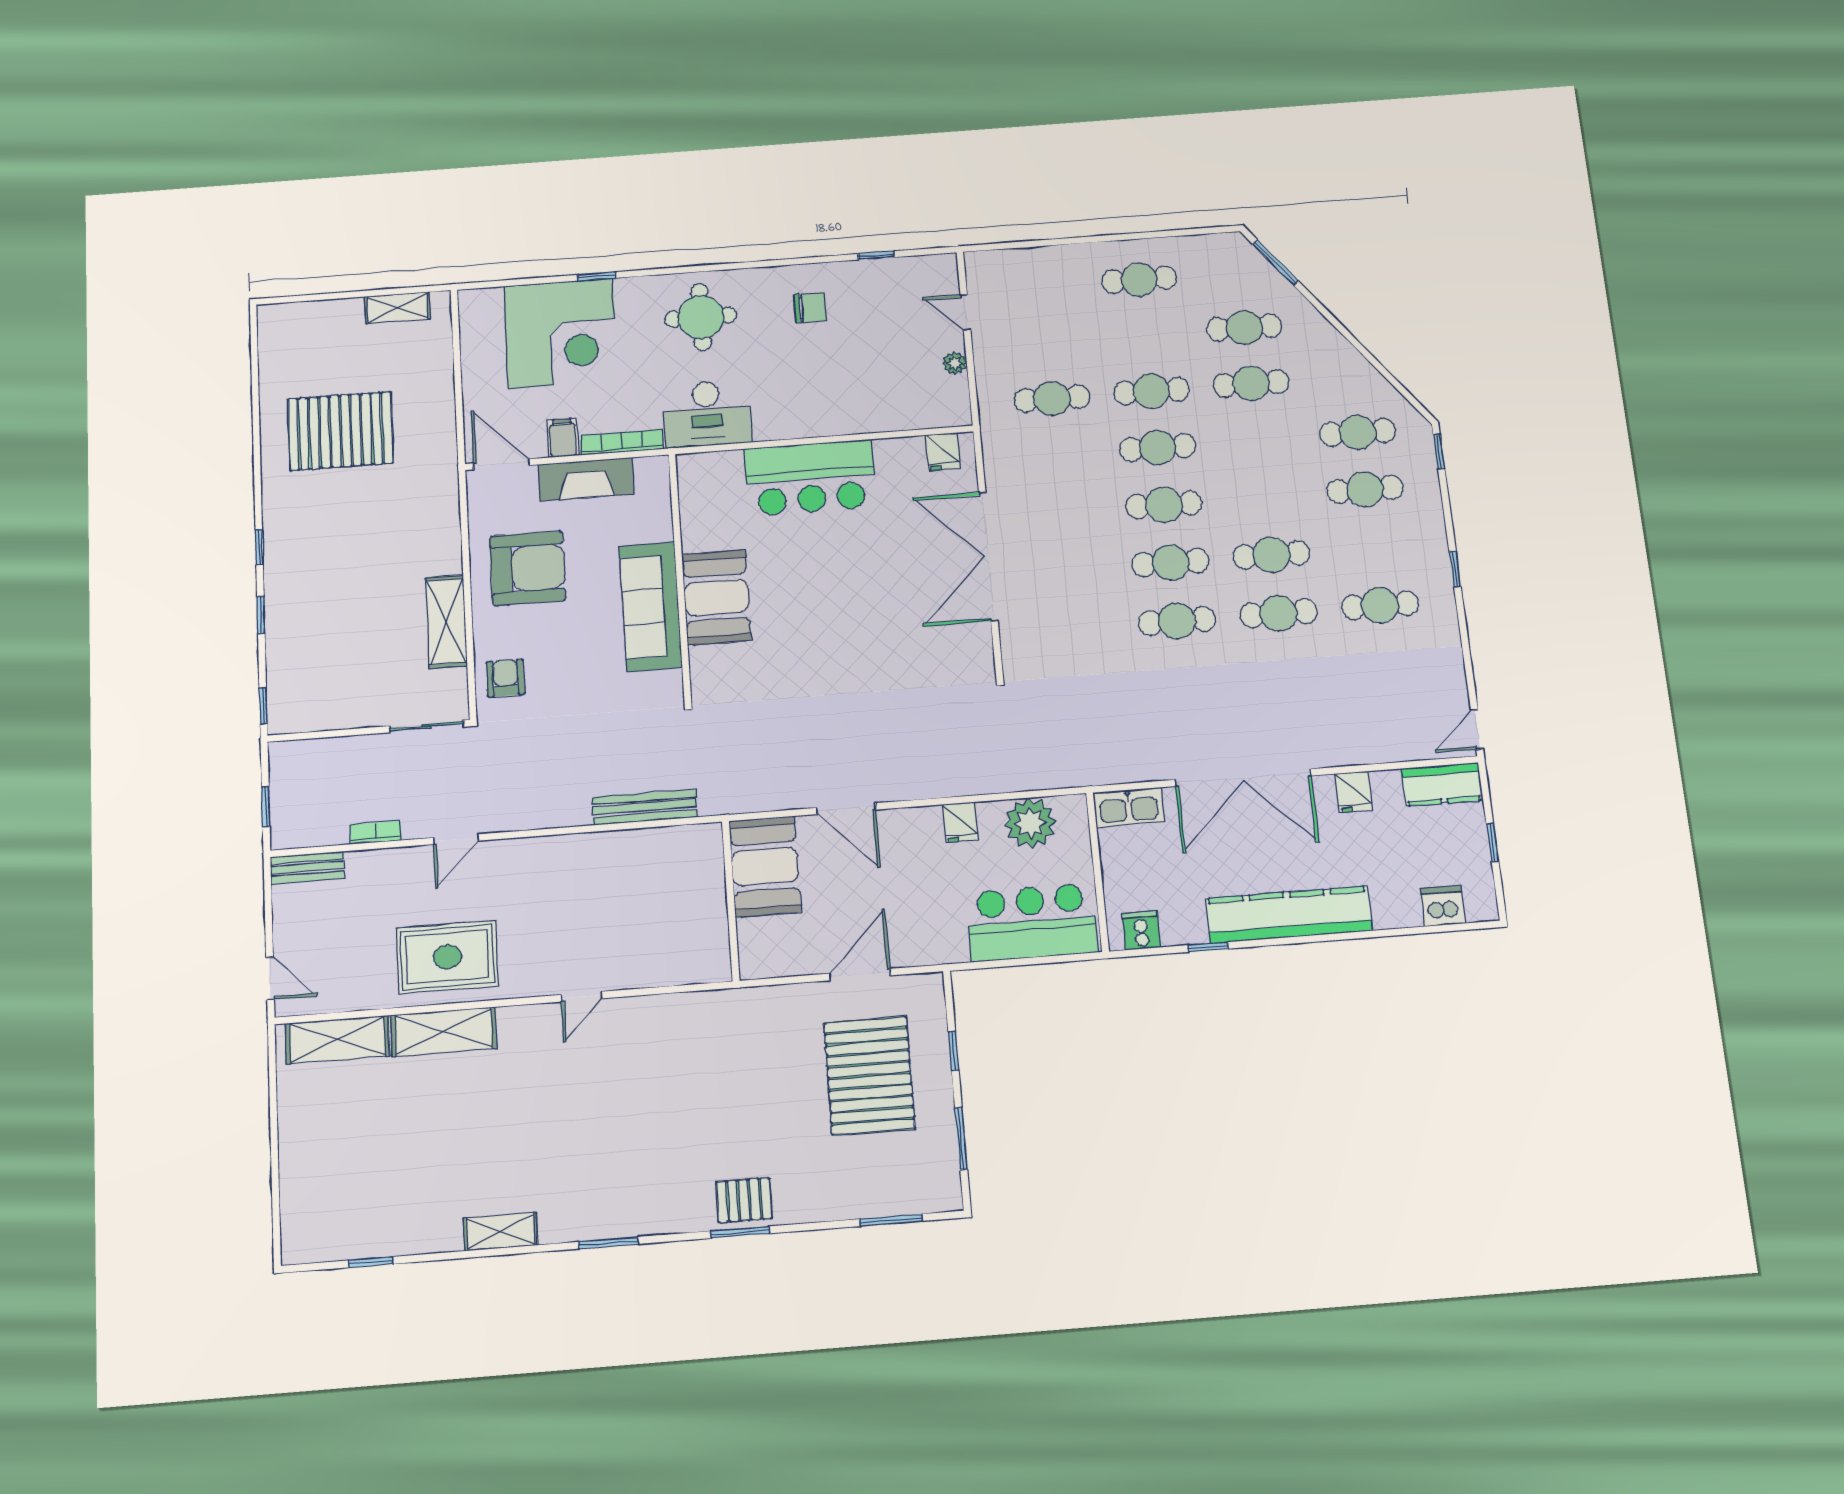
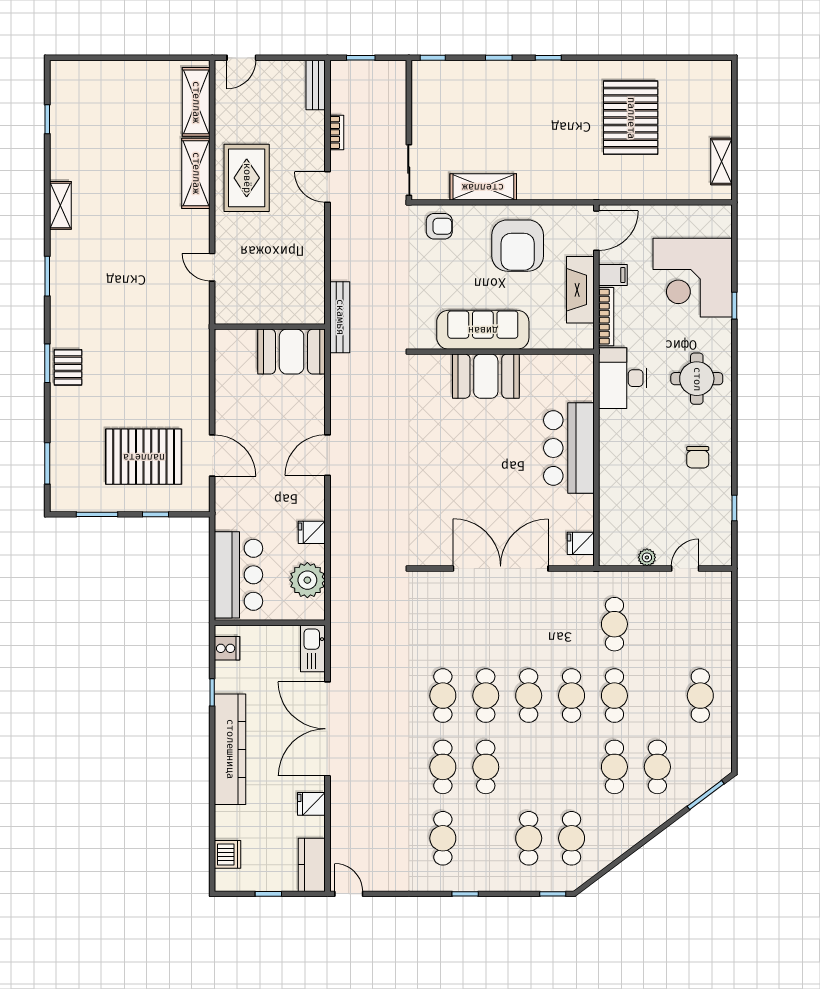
booth: (765, 867) -> (292, 352), moved
wall: (731, 901) -> (270, 327), moved

